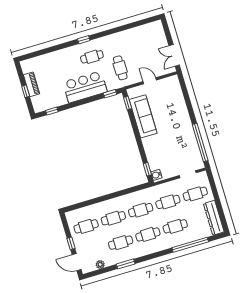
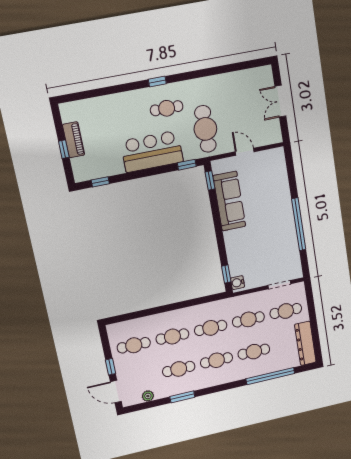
double door: (174, 55) -> (280, 101), moved
cafe table: (120, 68) -> (205, 129), width x1.37, depth x1.35
window: (200, 143) -> (299, 224), moved

